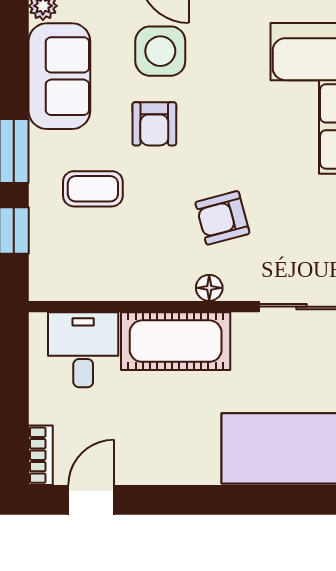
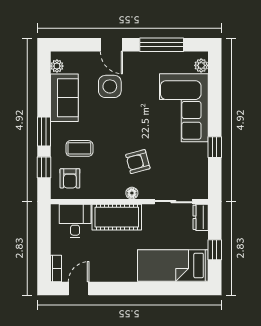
armchair: (154, 124) -> (70, 178), moved

